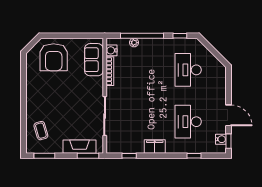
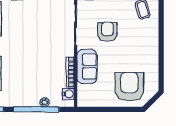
sofa: (94, 60) -> (87, 66), moved
armchair: (74, 109) -> (107, 32), added

